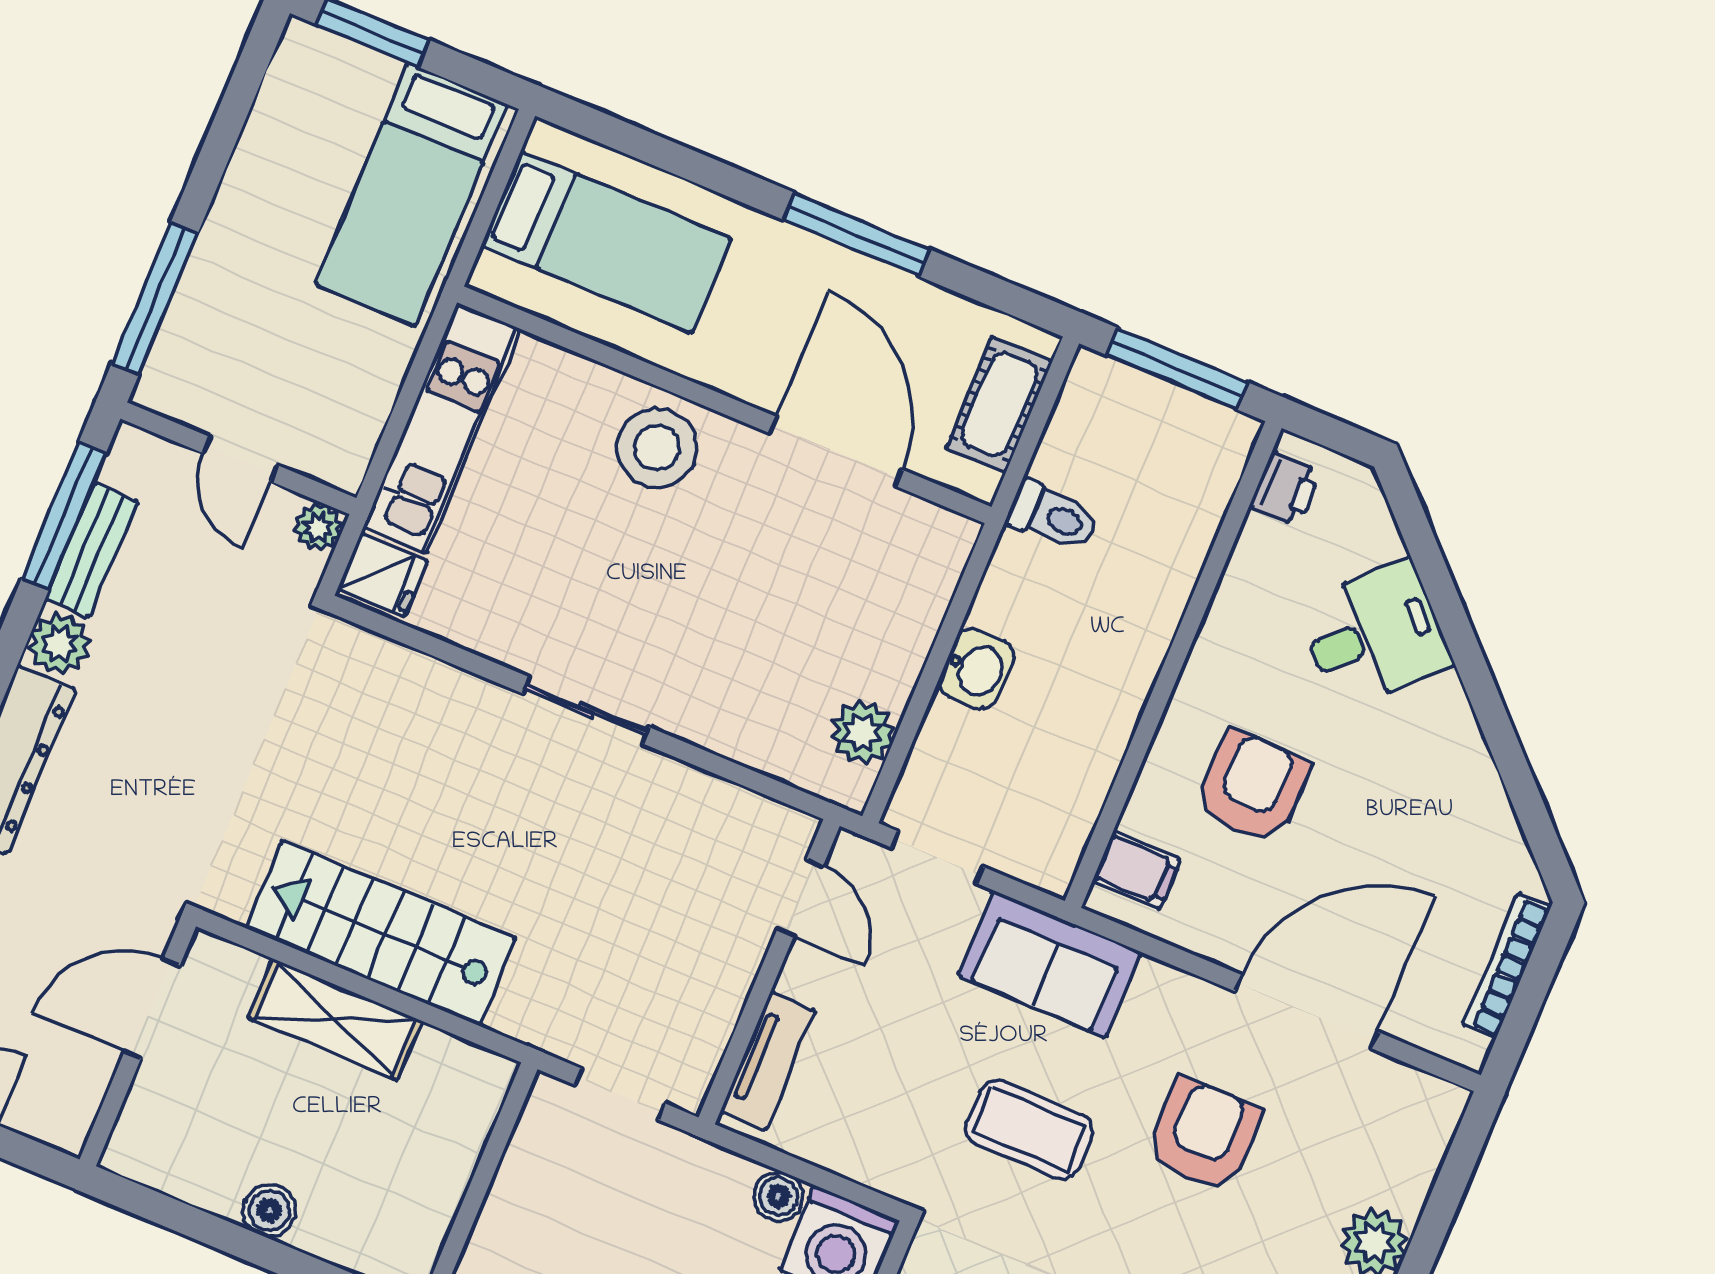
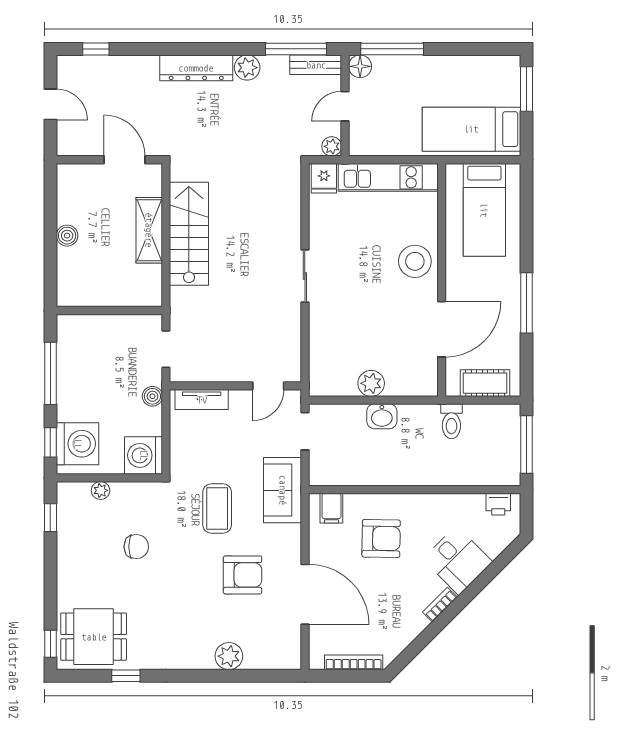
floor lamp: (164, 387) -> (360, 66), added
bench: (91, 550) -> (316, 65), moved
bookcase: (1458, 716) -> (440, 605), added
plant: (863, 732) -> (371, 383), moved
boiler: (778, 1196) -> (152, 396), moved

